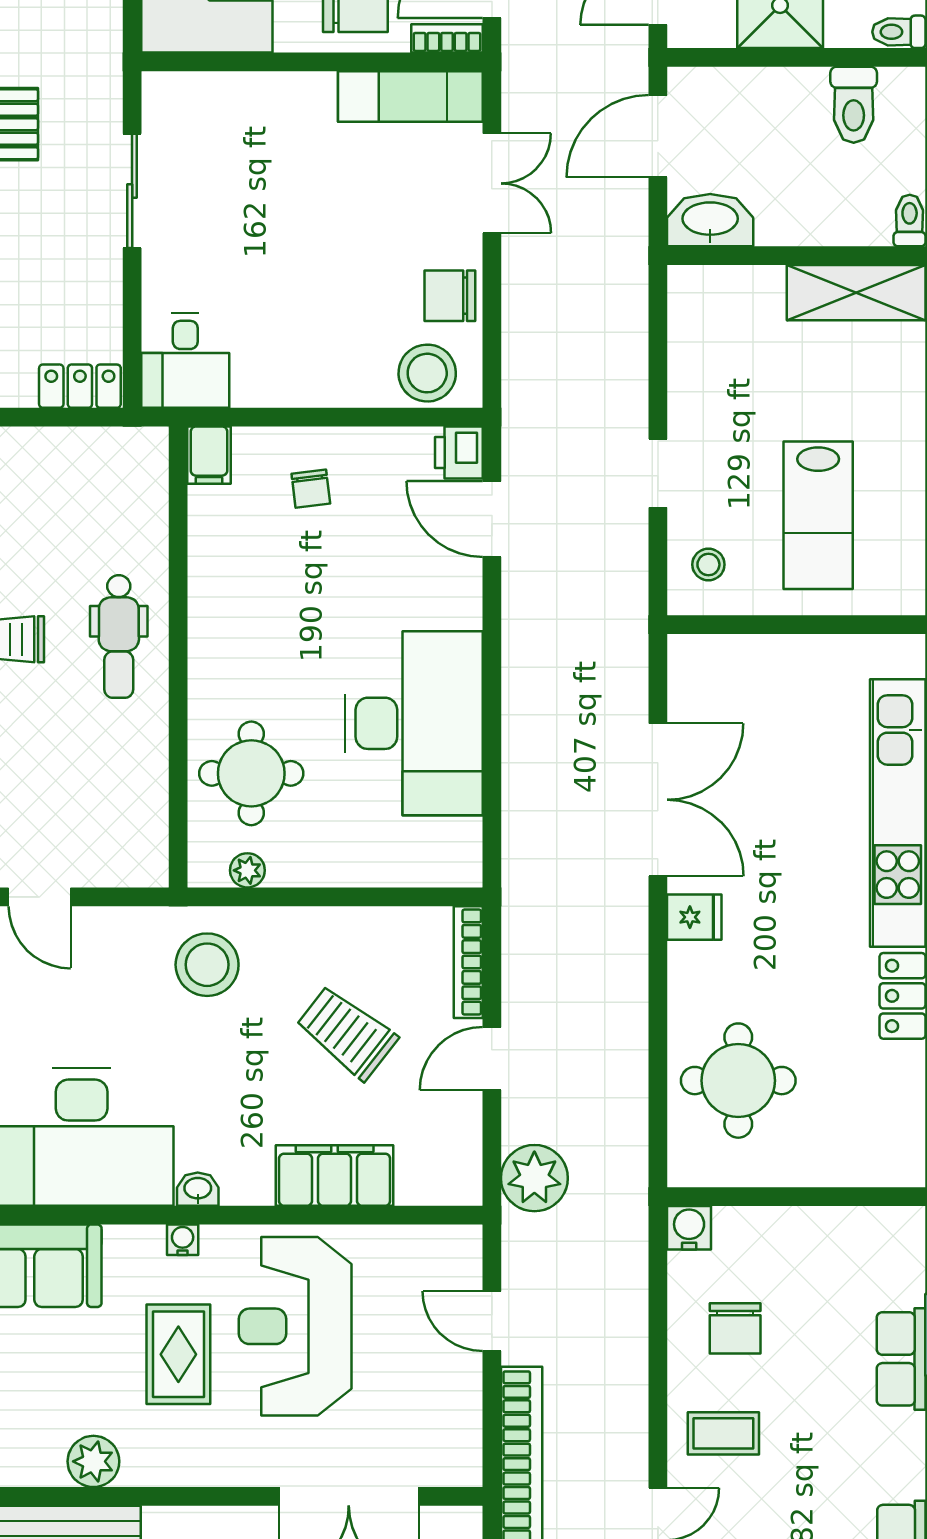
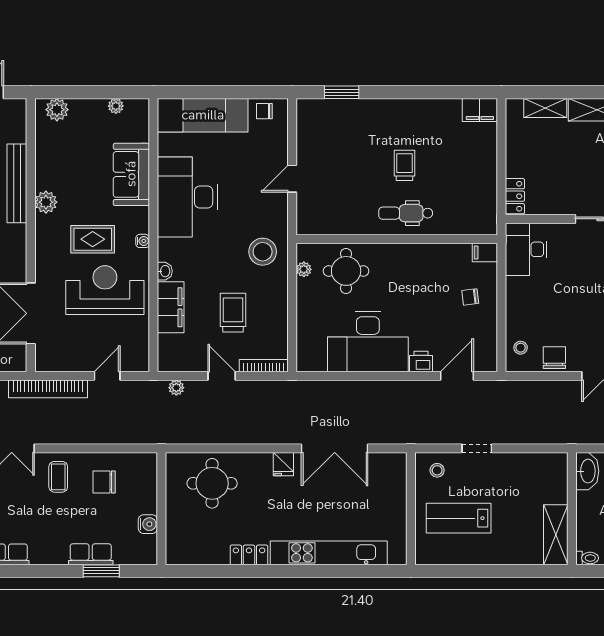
desk: (185, 360) -> (526, 249), width x1.37
stool: (427, 373) -> (521, 348), width x0.53, depth x0.53
printer: (459, 452) -> (421, 362), moved
trolley: (347, 1033) -> (233, 313), turned -38
plant: (534, 1178) -> (176, 388), width x0.53, depth x0.53
washbasin: (198, 1189) -> (165, 271), moved
water cooler: (689, 1228) -> (148, 524), moved

